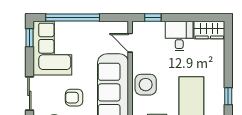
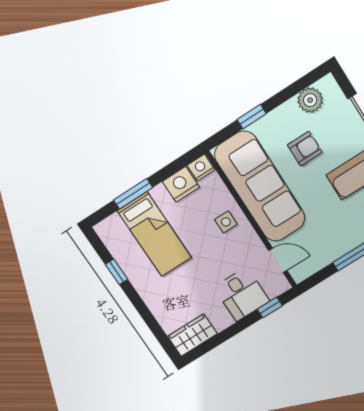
desk: (179, 36) -> (242, 294), moved
side table: (146, 85) -> (226, 222), width x0.54, depth x0.54

